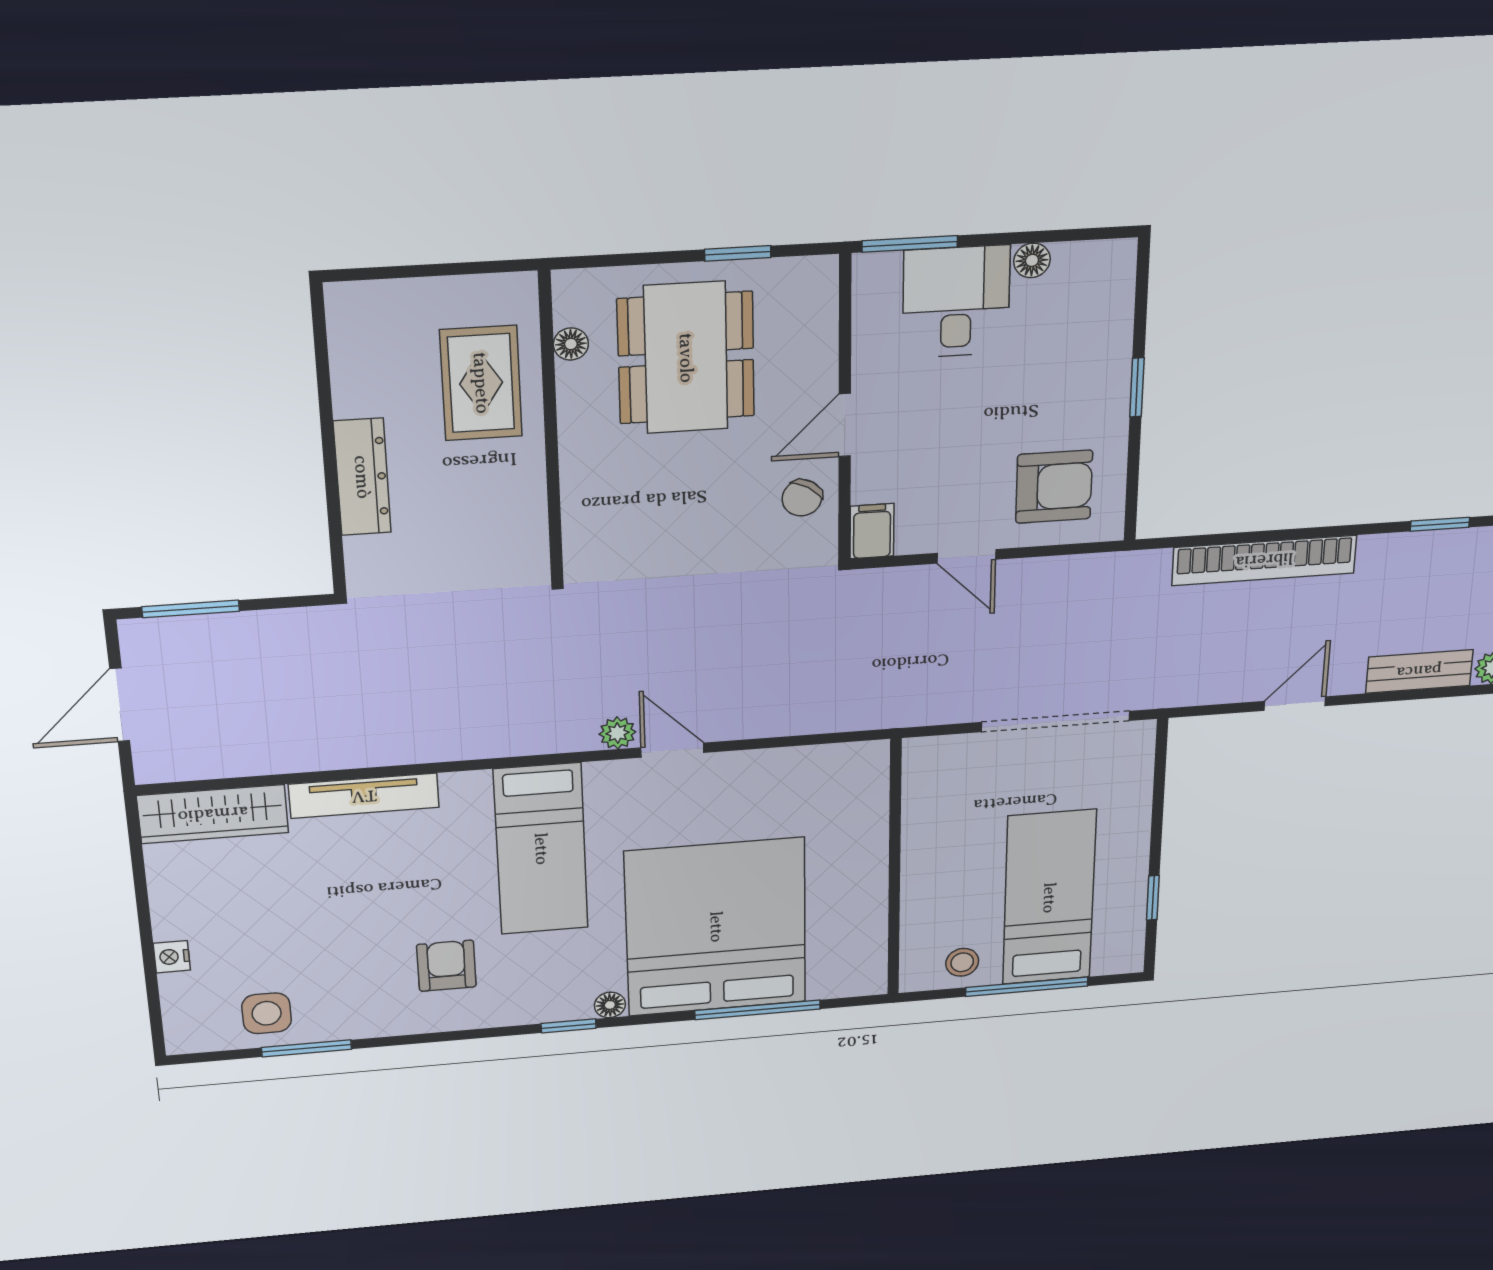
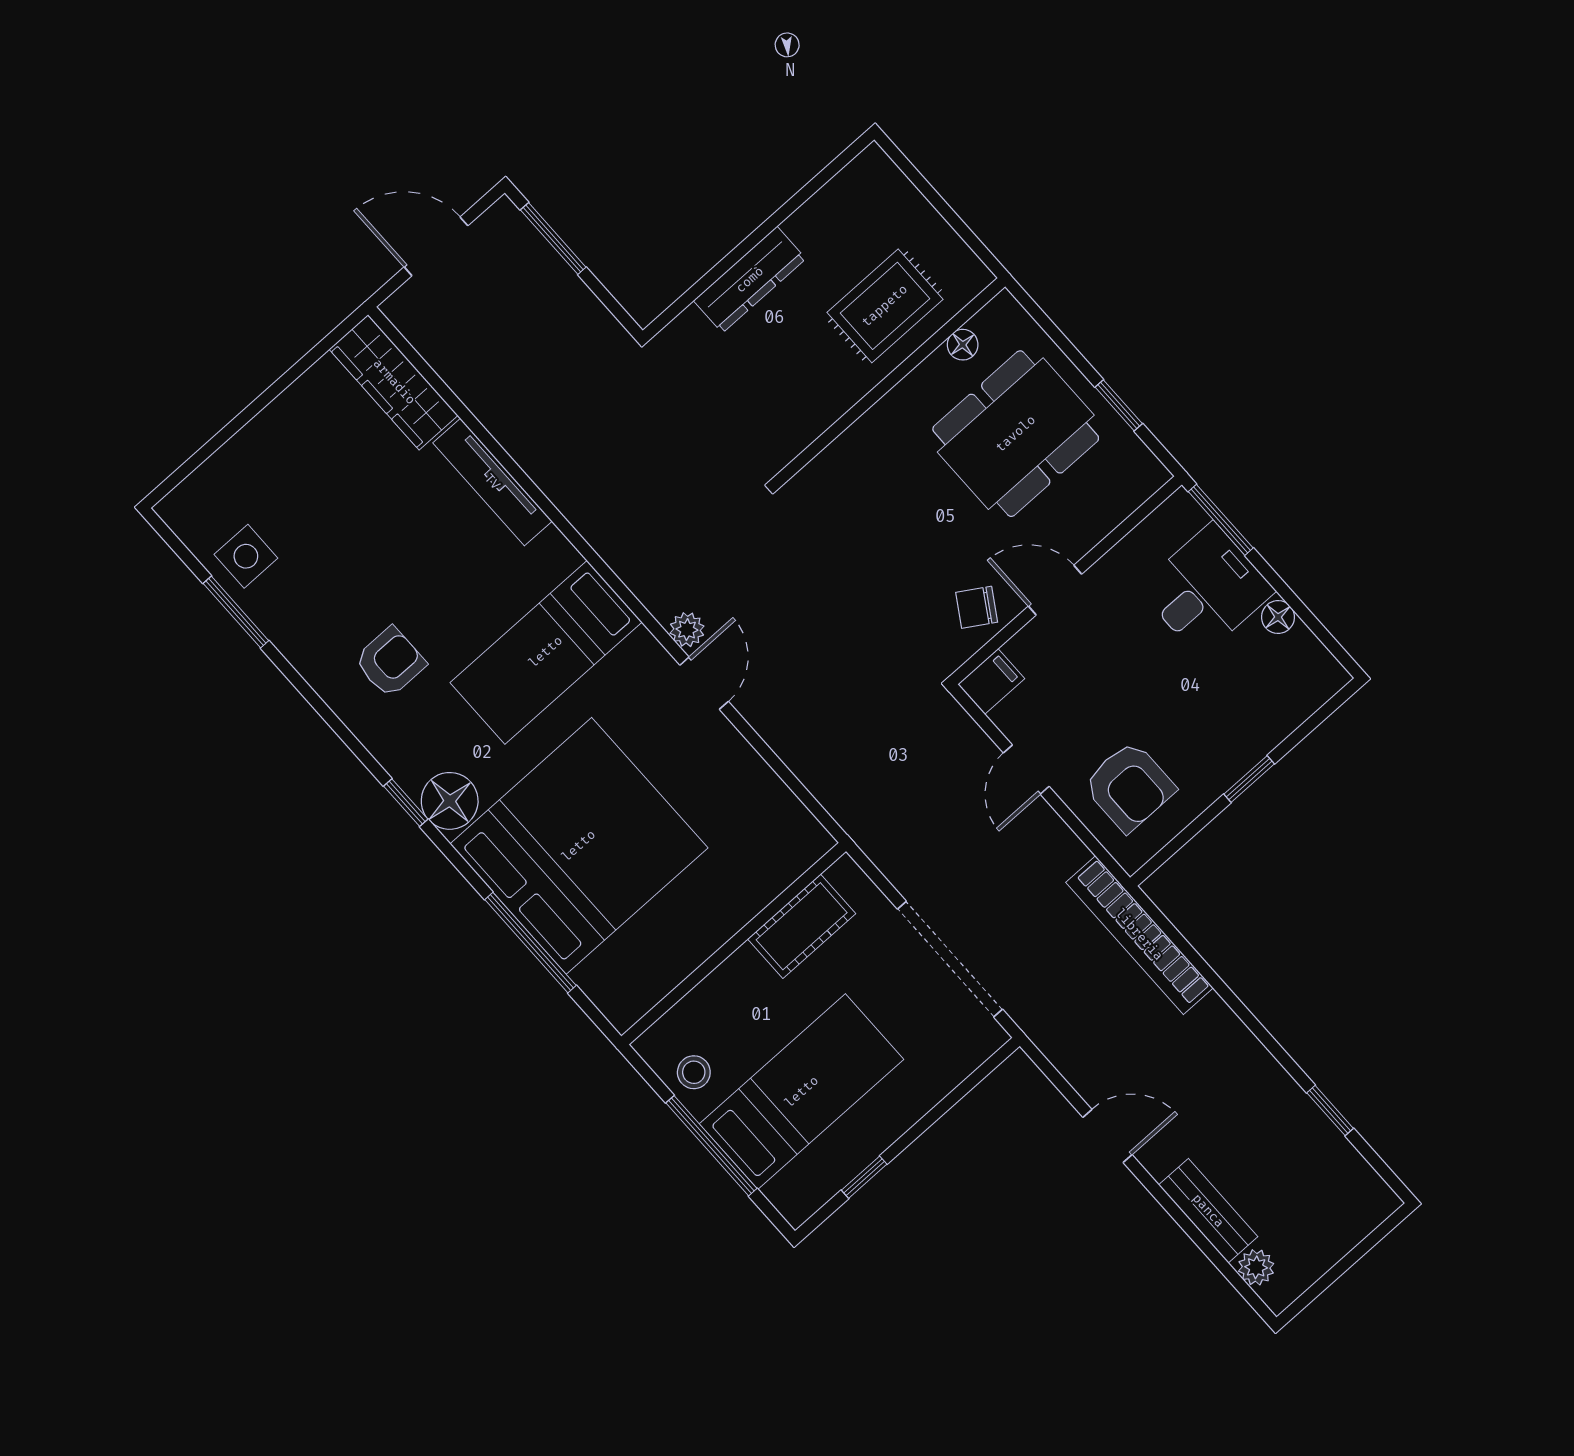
bookcase: (1264, 560) -> (1139, 935), moved
cot: (928, 811) -> (802, 926), added
nightstand: (172, 957) -> (245, 445), removed
floor lamp: (610, 1005) -> (450, 801), width x1.89, depth x1.89

